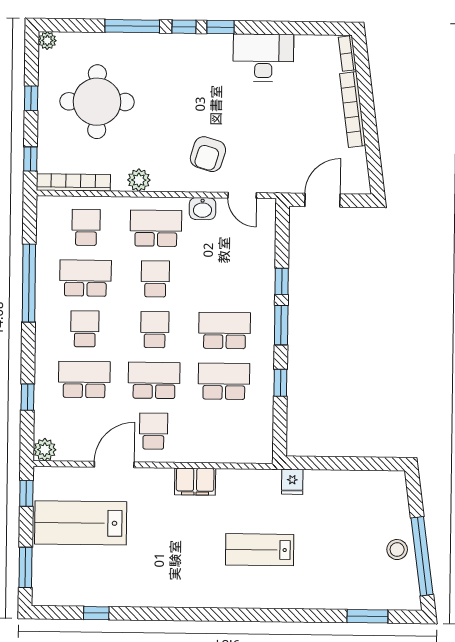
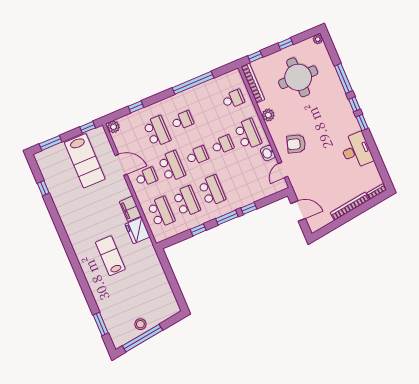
school desk: (85, 278) -> (161, 212), moved
fridge: (292, 482) -> (137, 230), moved, width x1.88, depth x1.34
lab bench: (81, 523) -> (85, 161), turned 180

